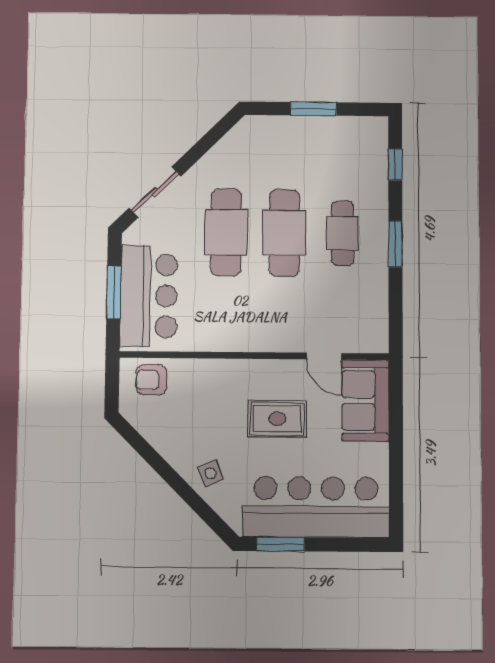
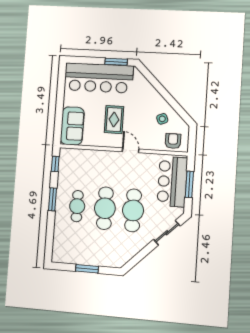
window: (395, 165) -> (55, 164), moved
door: (324, 356) -> (131, 150), moved
armchair: (151, 380) -> (173, 141), turned -90
rug: (277, 419) -> (114, 120), turned 90
side table: (211, 473) -> (162, 119), moved

